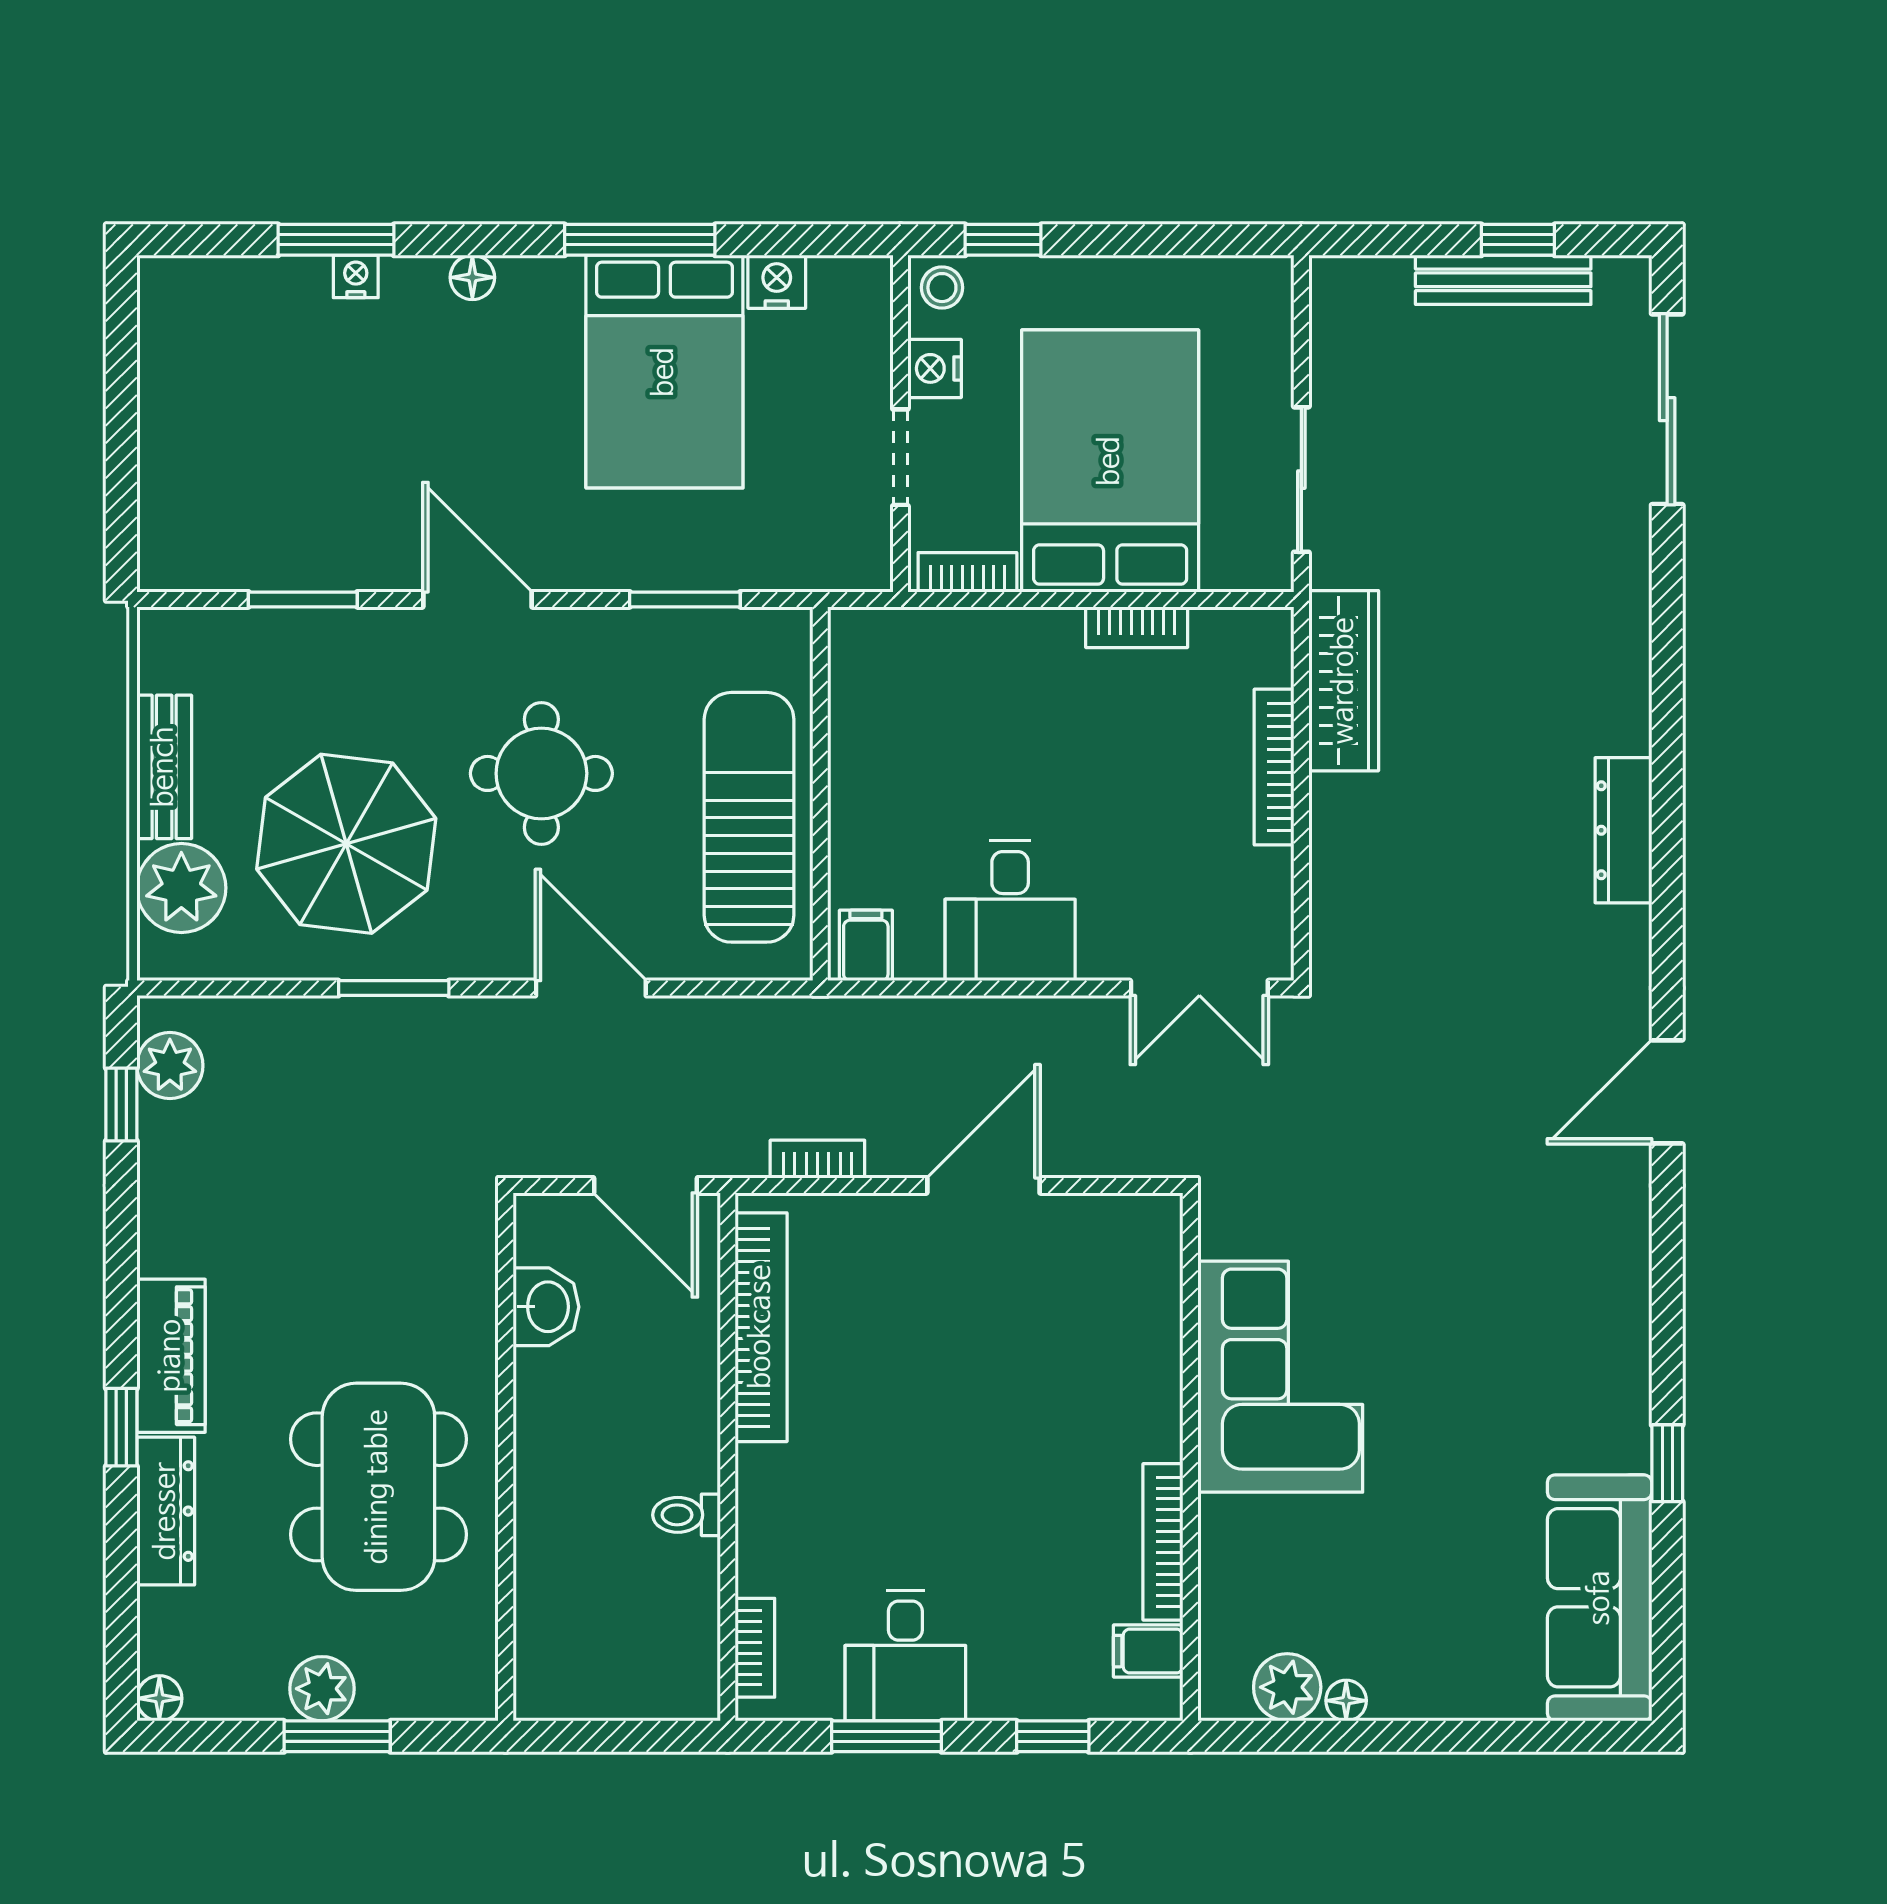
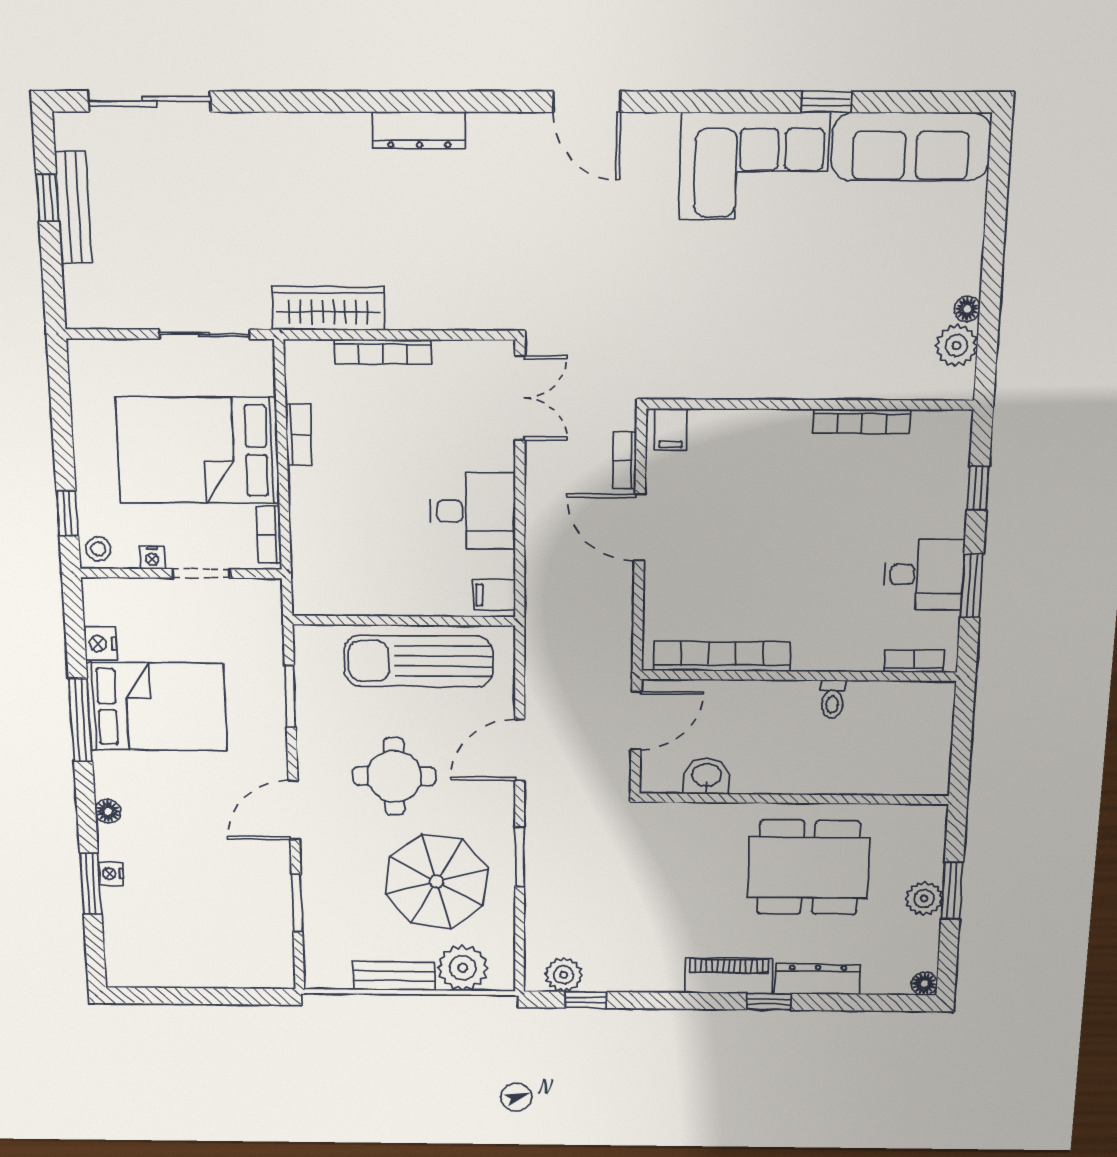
nightstand: (935, 368) -> (152, 558), width x0.72, depth x0.74
bookcase: (817, 1159) -> (625, 460), moved
corner sofa: (1280, 1377) -> (754, 166), moved, turned 180
filing cabinet: (1148, 1651) -> (671, 430), moved

